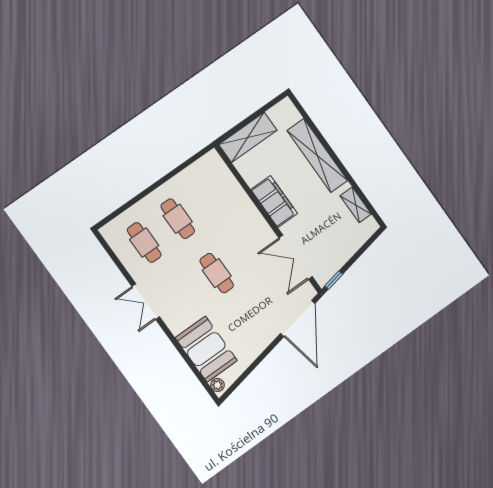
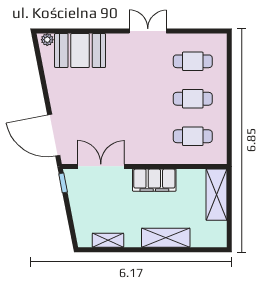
shelving: (317, 156) -> (166, 238), width x0.68
cafe table: (217, 273) -> (193, 136), moved

